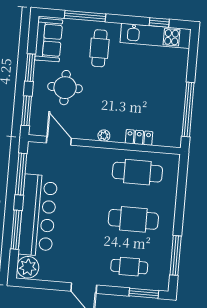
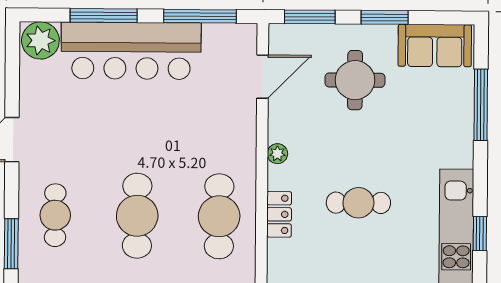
cafe table: (99, 48) -> (358, 203), moved

